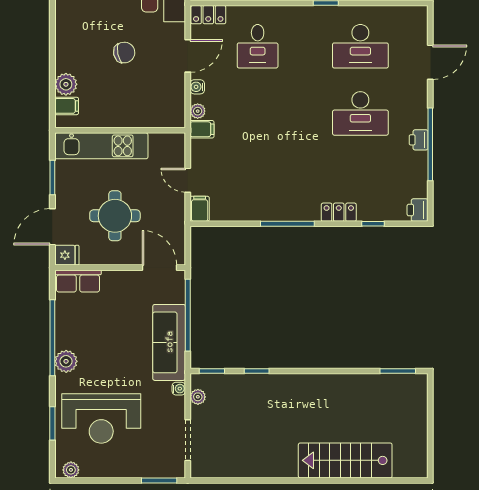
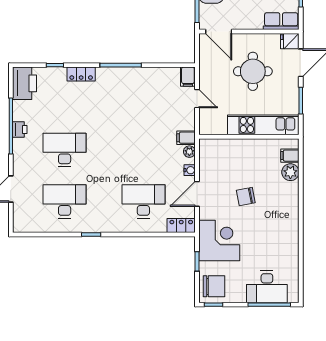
desk: (258, 46) -> (143, 201), width x1.37
printer: (418, 210) -> (24, 83), width x1.87, depth x1.48

